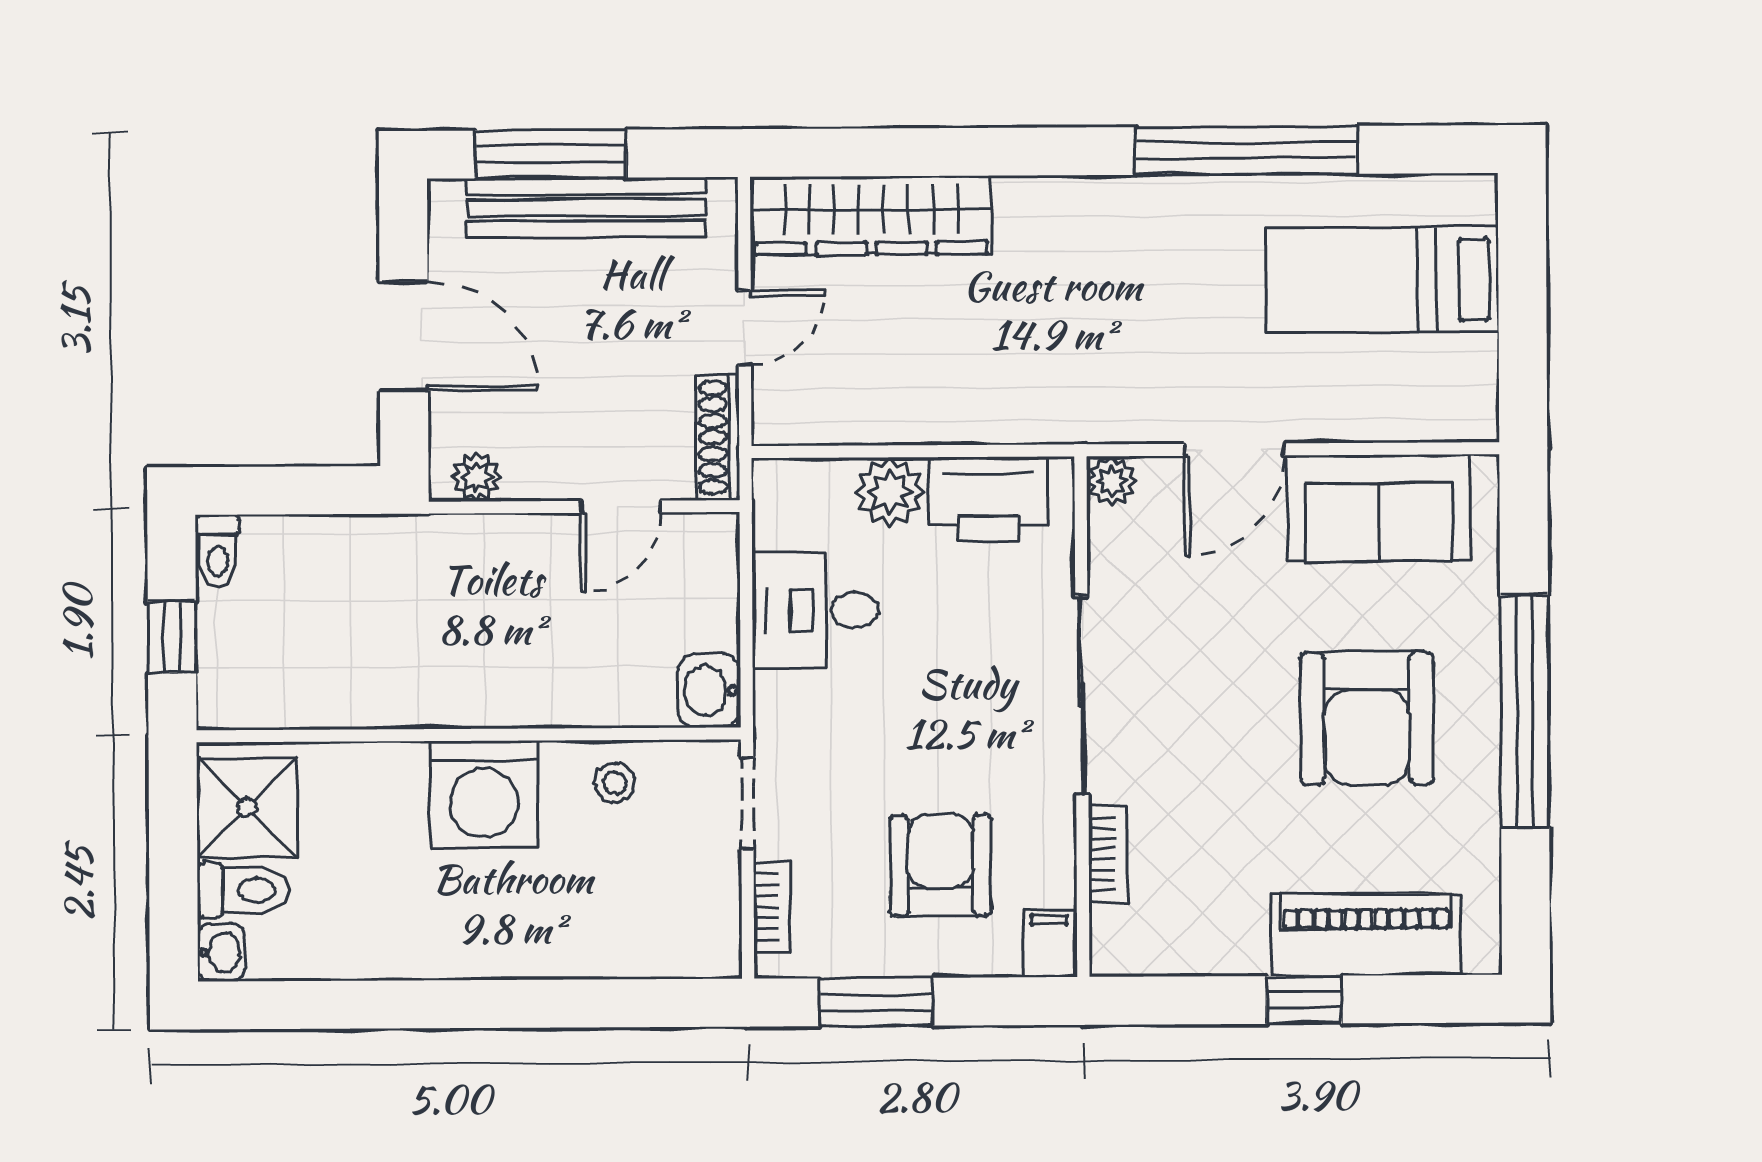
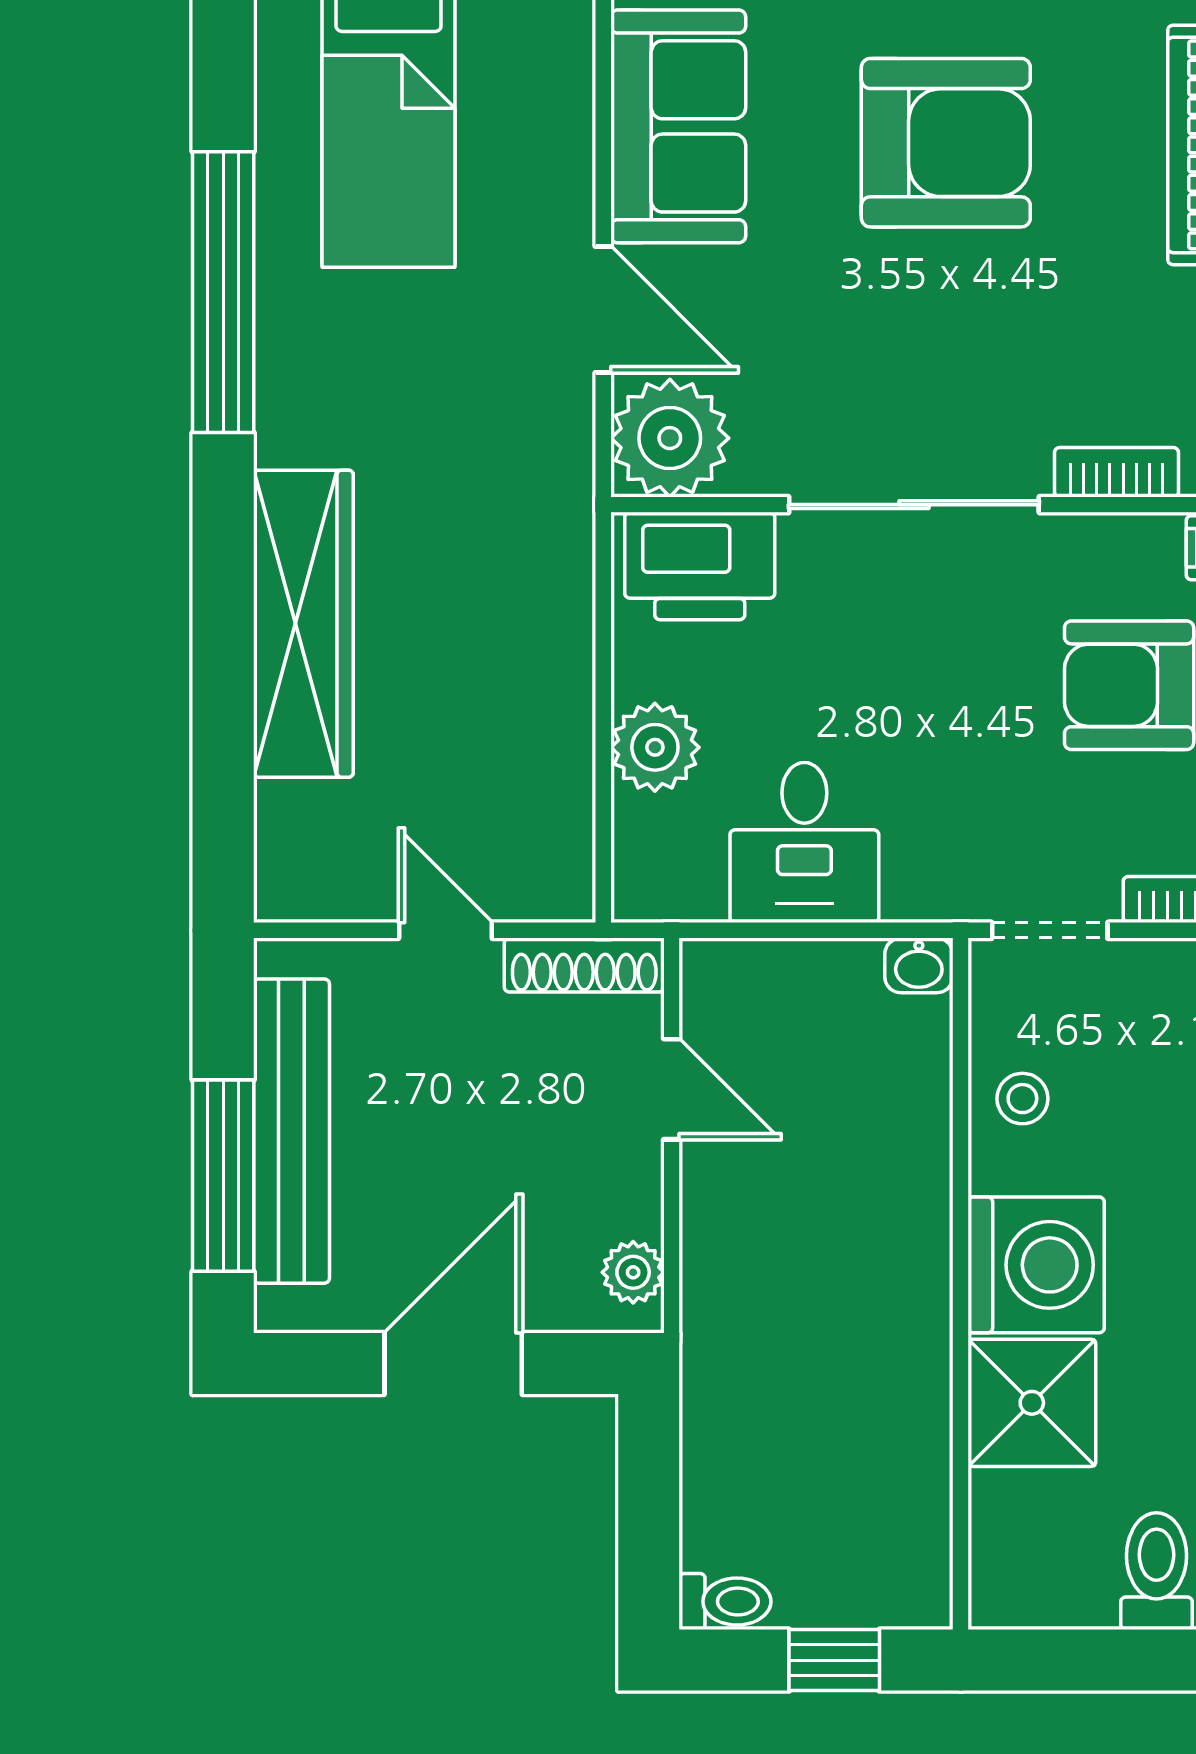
wardrobe: (871, 215) -> (303, 624), moved
plant: (1111, 481) -> (670, 438), width x1.87, depth x1.87
printer: (988, 499) -> (700, 566), moved, turned 90
washbasin: (709, 691) -> (919, 965), width x0.72, depth x0.69
shower: (247, 807) -> (1032, 1403), moved

